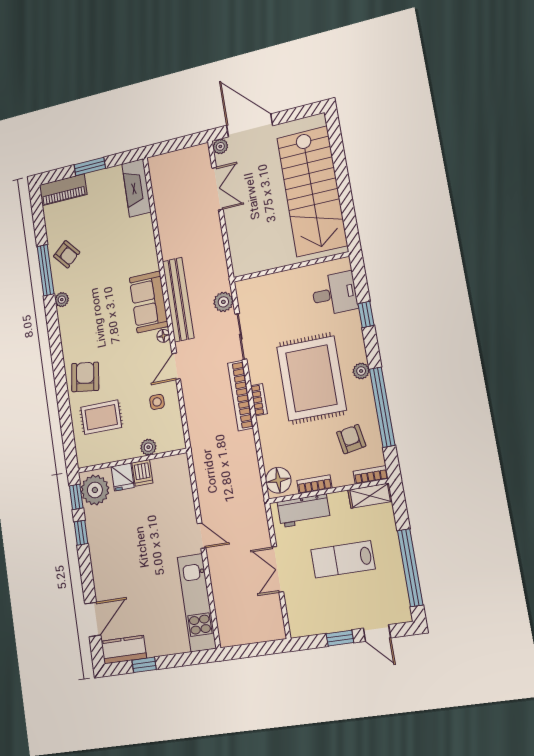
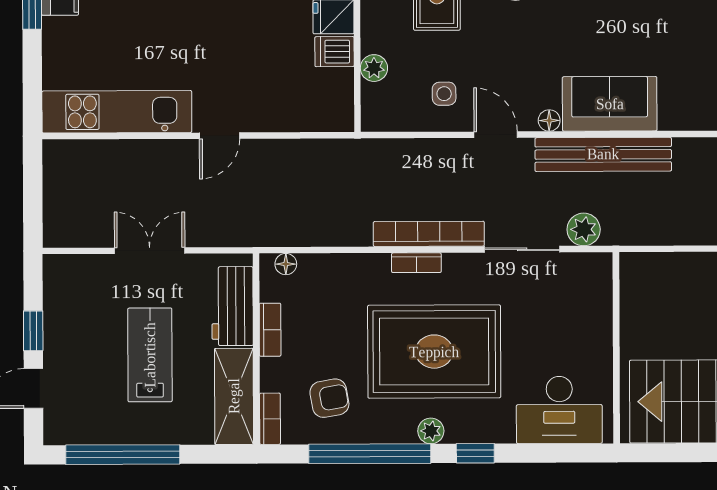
desk: (335, 294) -> (559, 410), width x1.37
window: (366, 315) -> (475, 453), moved
floor lamp: (278, 480) -> (286, 264), width x0.53, depth x0.53
shelving: (370, 496) -> (234, 396), width x1.50, depth x1.33

